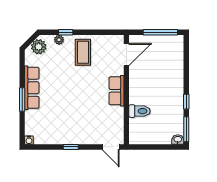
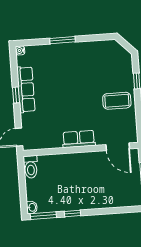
plant: (59, 40) -> (128, 75), removed
plant: (39, 47) -> (119, 54), removed
row of seats: (32, 88) -> (26, 89), moved, turned -90
toilet: (140, 111) -> (31, 167), moved

